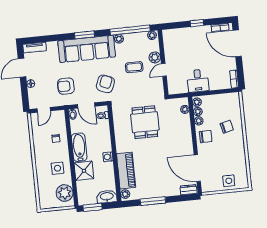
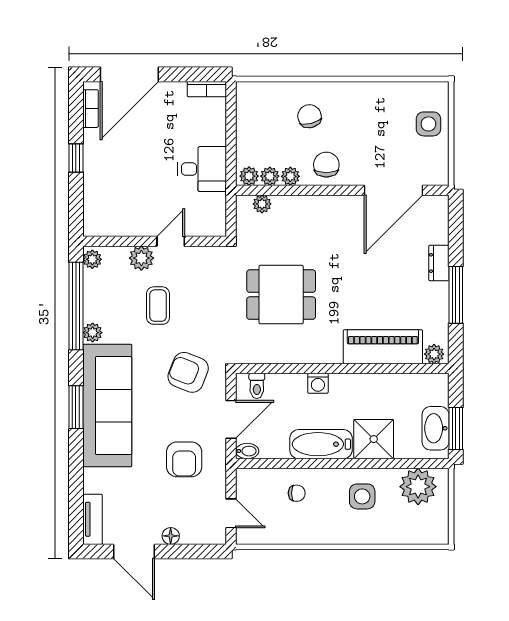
door: (164, 70) -> (171, 241), swing flipped
washing machine: (108, 157) -> (318, 383), moved
dresser: (188, 190) -> (439, 263), moved
washbasin: (107, 197) -> (435, 428), moved

